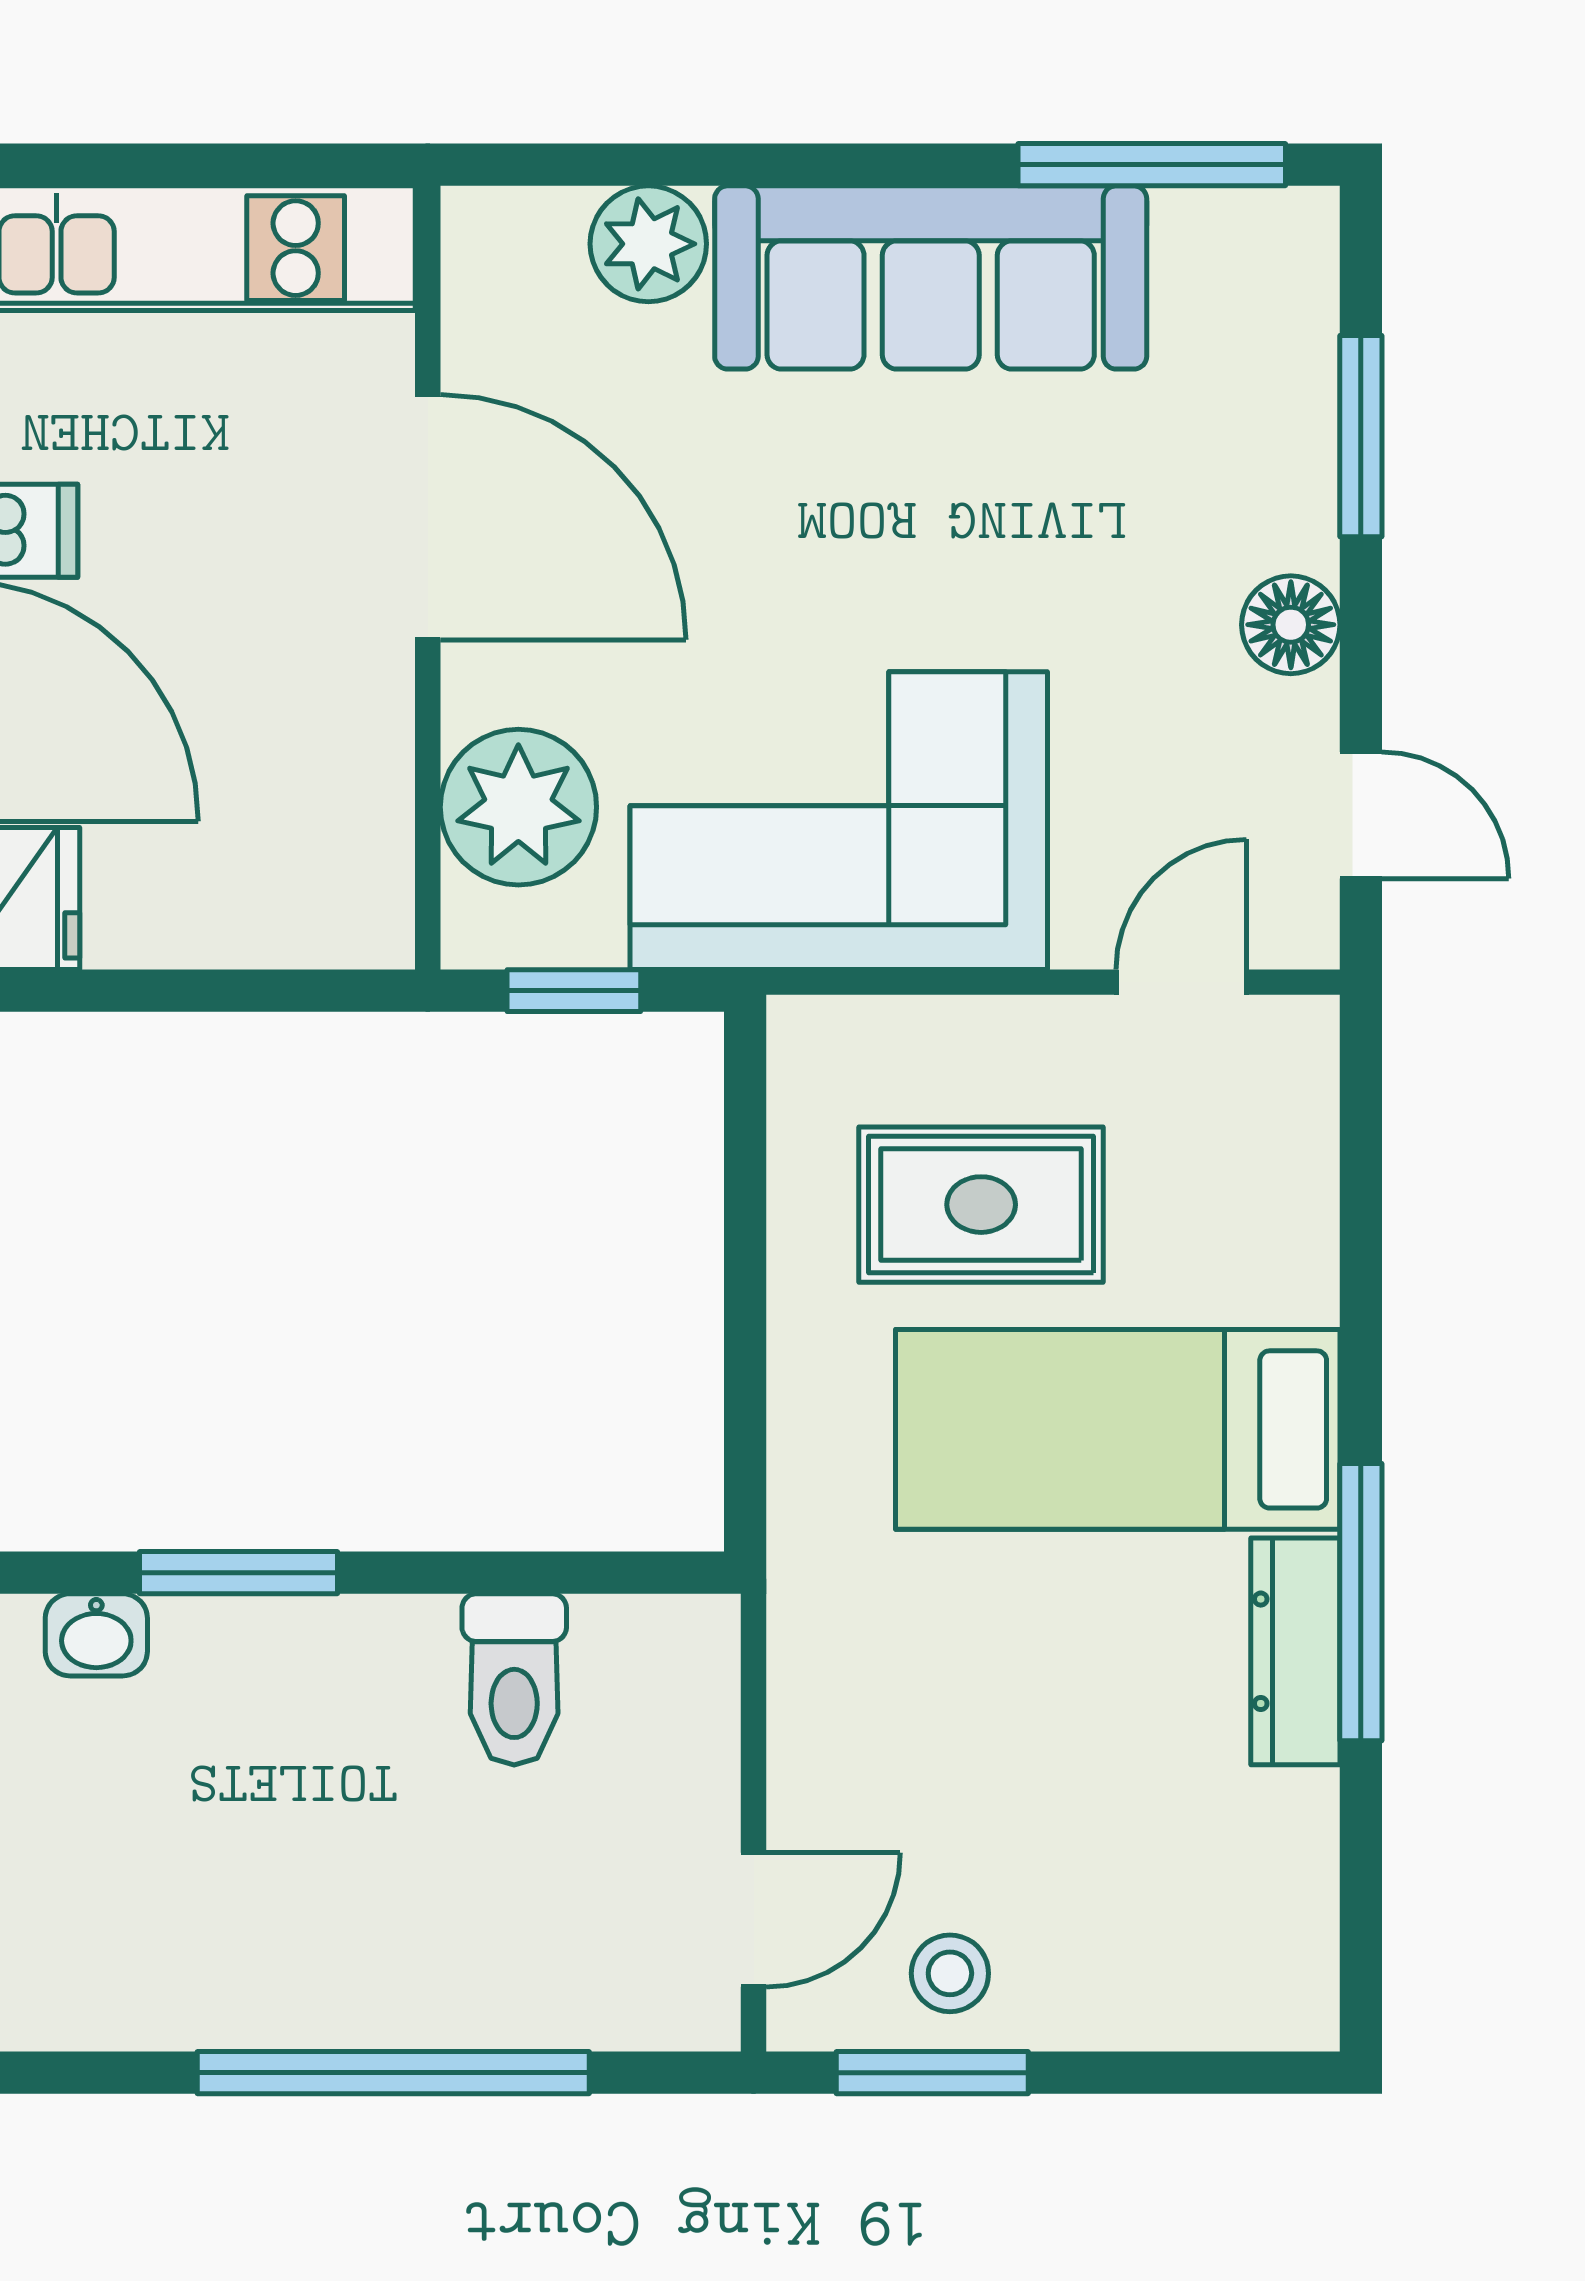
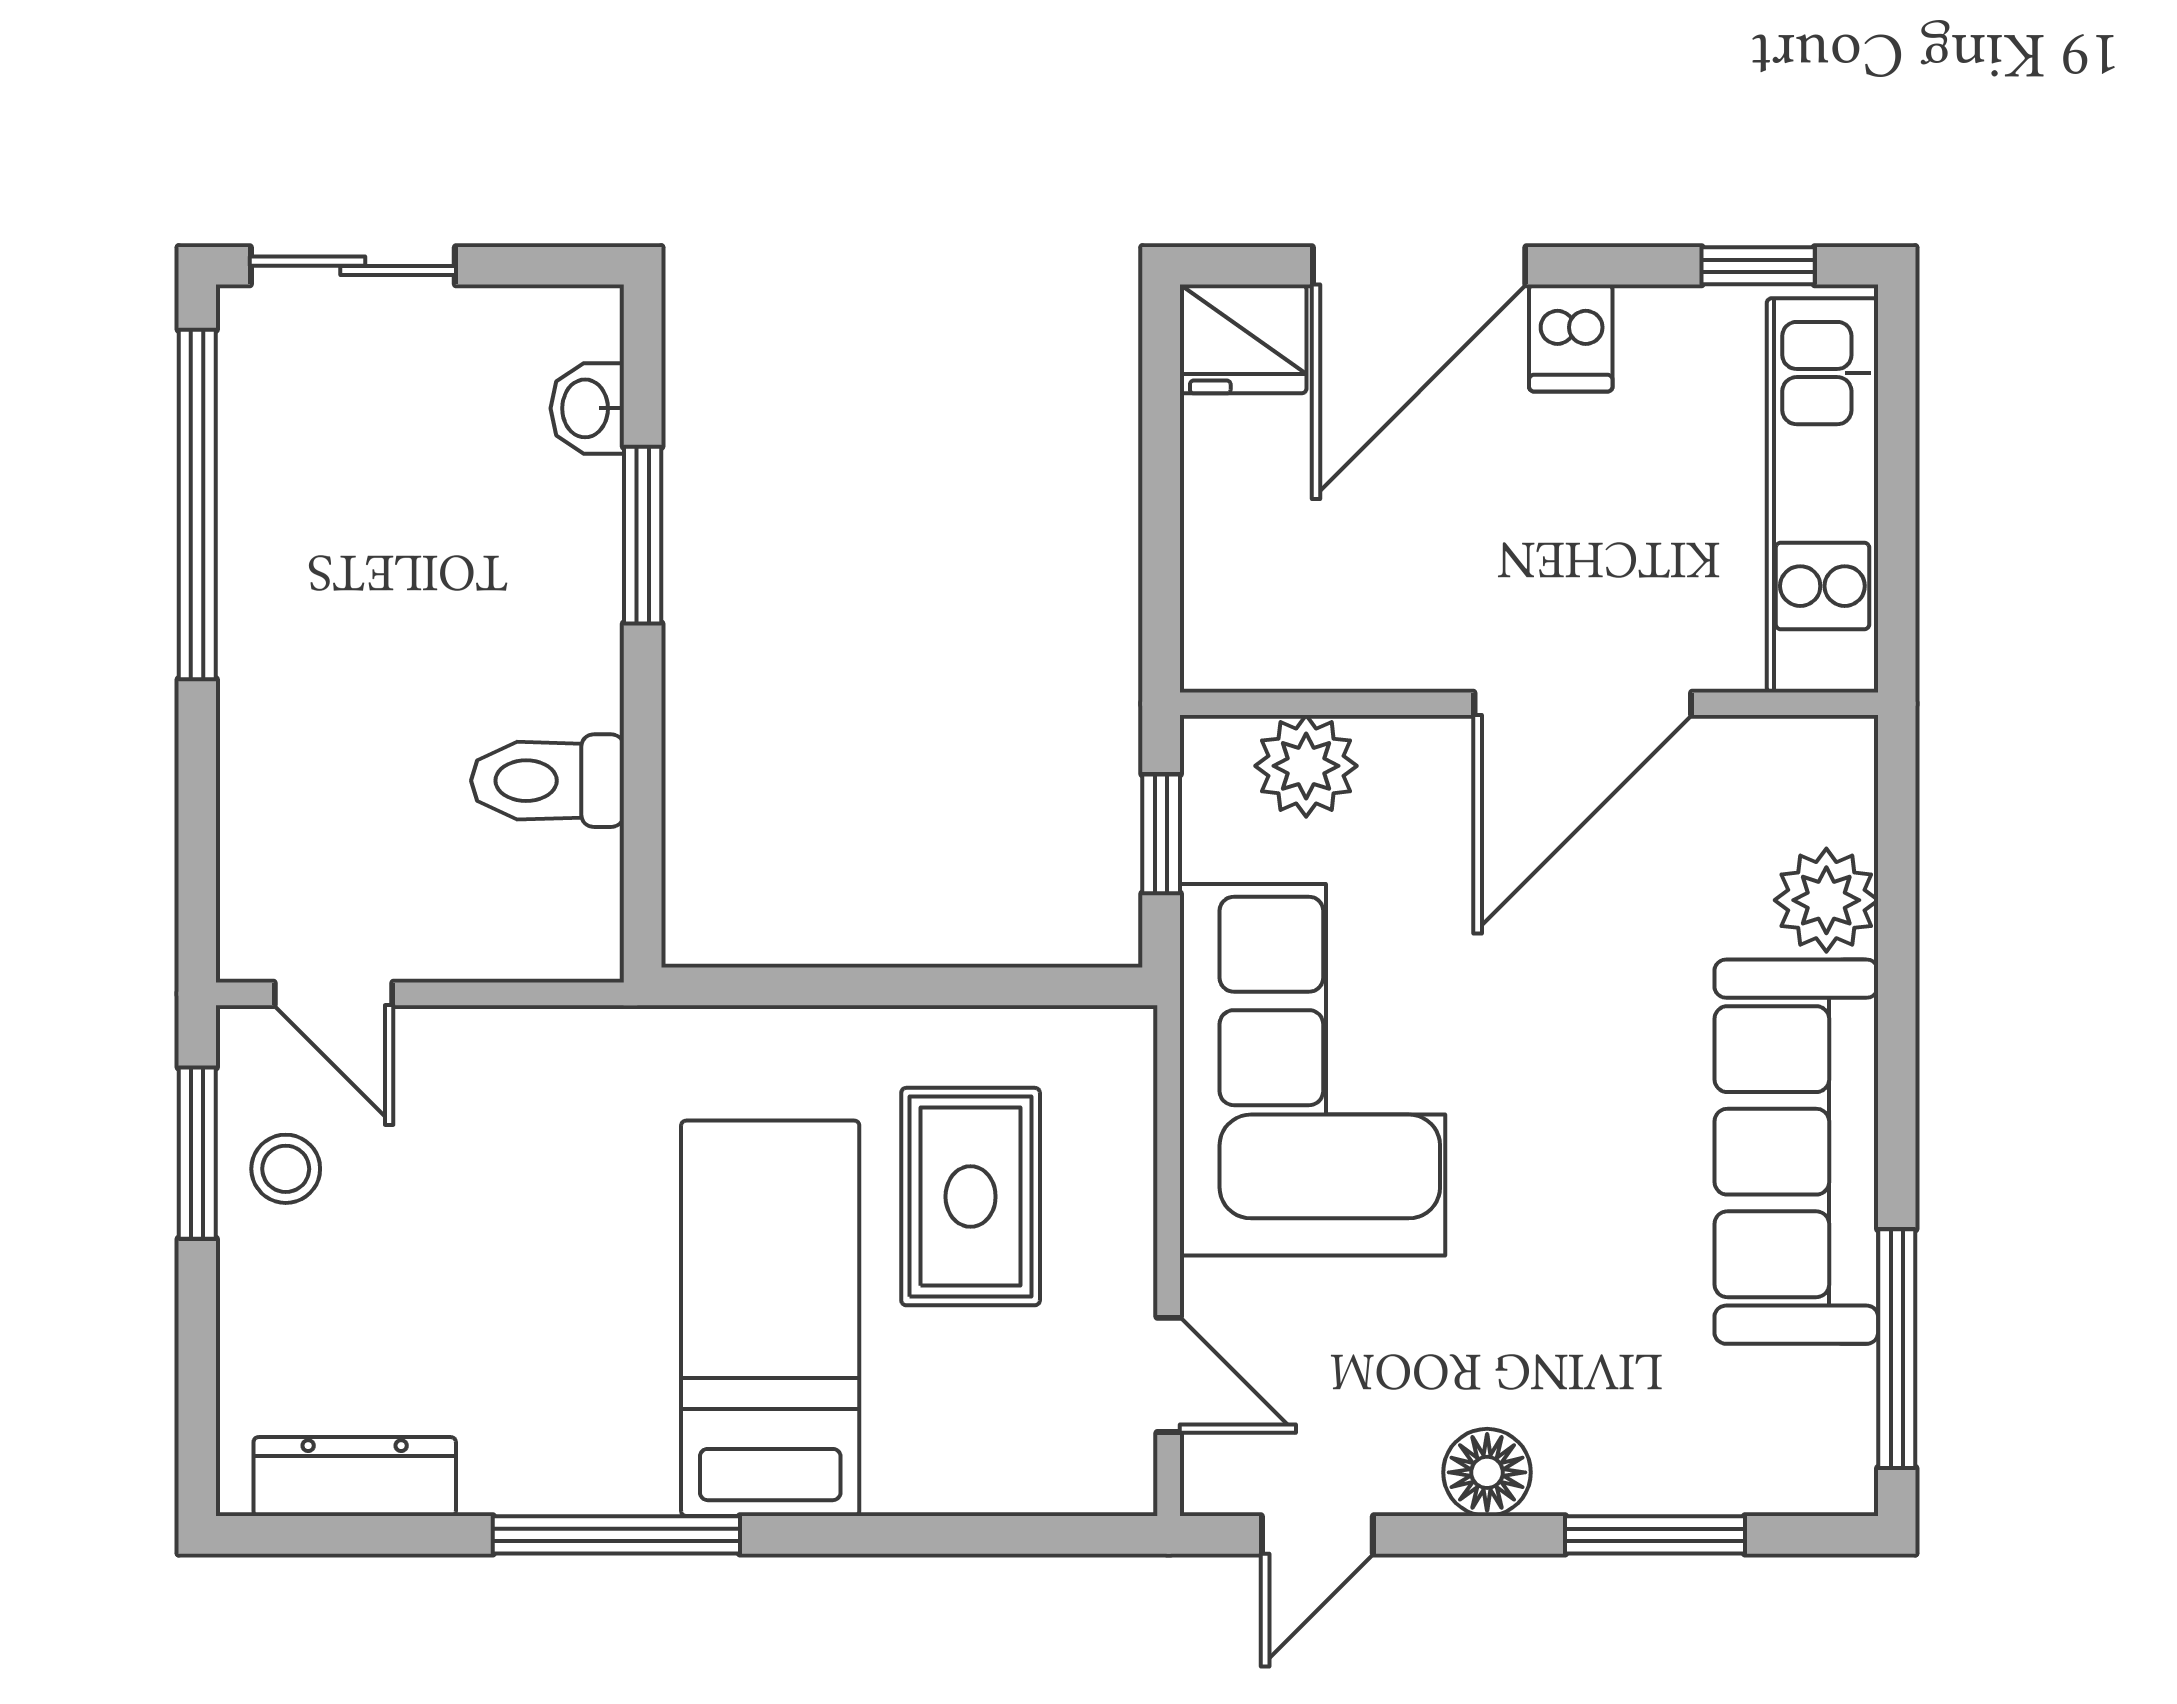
plant: (518, 807) -> (1306, 766), width x0.73, depth x0.73
dresser: (1295, 1651) -> (355, 1477), moved
window: (393, 2073) -> (197, 504), moved

